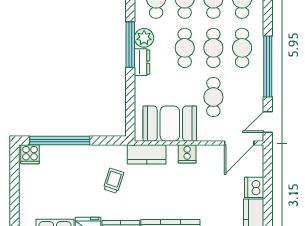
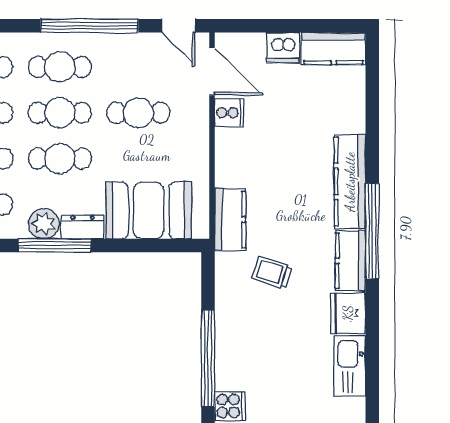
booth: (170, 124) -> (149, 210), moved, turned 90
cooker: (187, 154) -> (229, 113), moved

